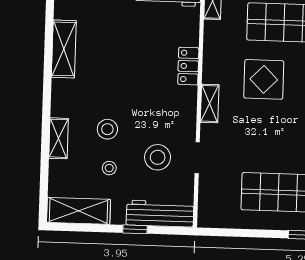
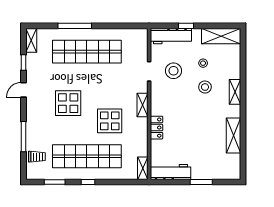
shelving: (59, 138) -> (235, 92), moved

